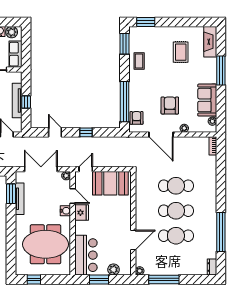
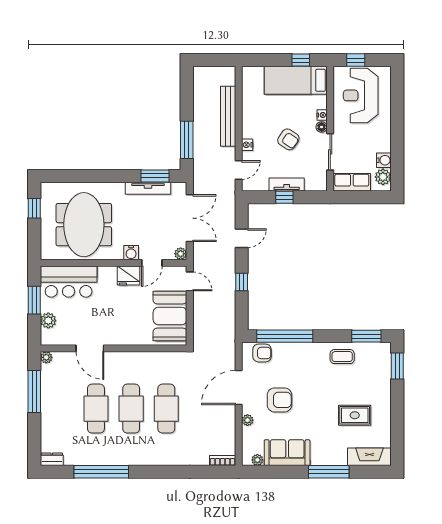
tv unit: (17, 100) -> (287, 185), width x0.71

